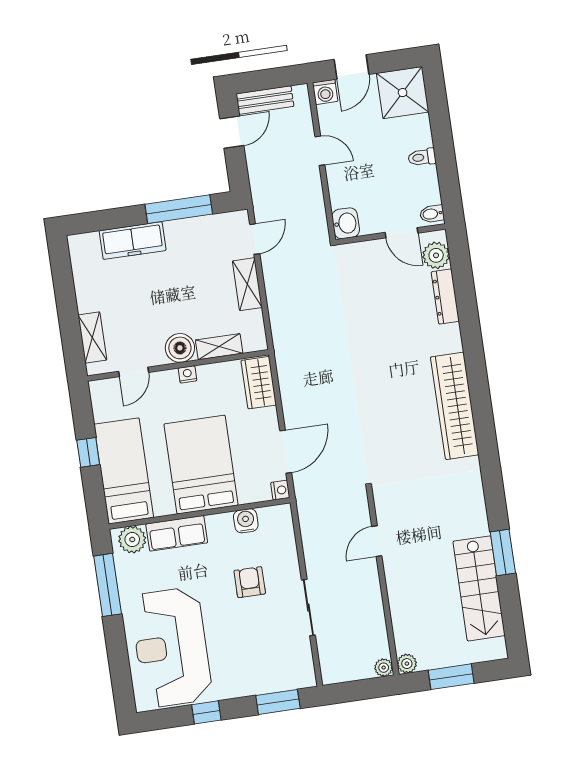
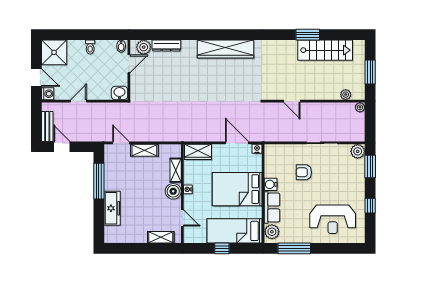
water cooler: (246, 521) -> (271, 184), moved
reception desk: (171, 647) -> (333, 219), width x0.74, depth x0.77
plant: (407, 664) -> (346, 95), moved
plant: (302, 675) -> (358, 151), added

